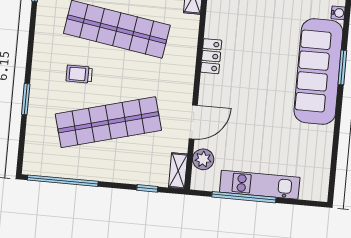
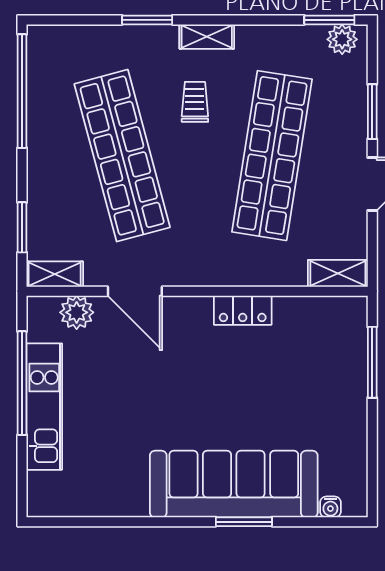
shelving: (39, 63) -> (207, 37), added
window: (147, 188) -> (22, 227), width x1.50

